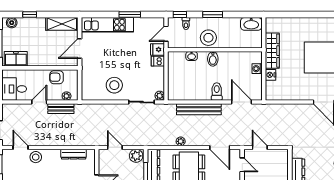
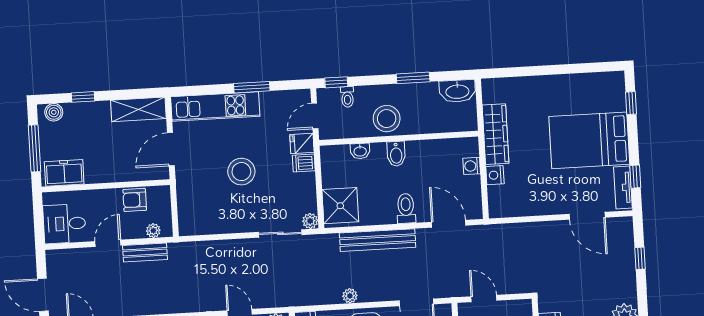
window: (213, 15) -> (413, 78), moved
stool: (114, 85) -> (241, 172), moved
shower: (178, 88) -> (340, 206), added

